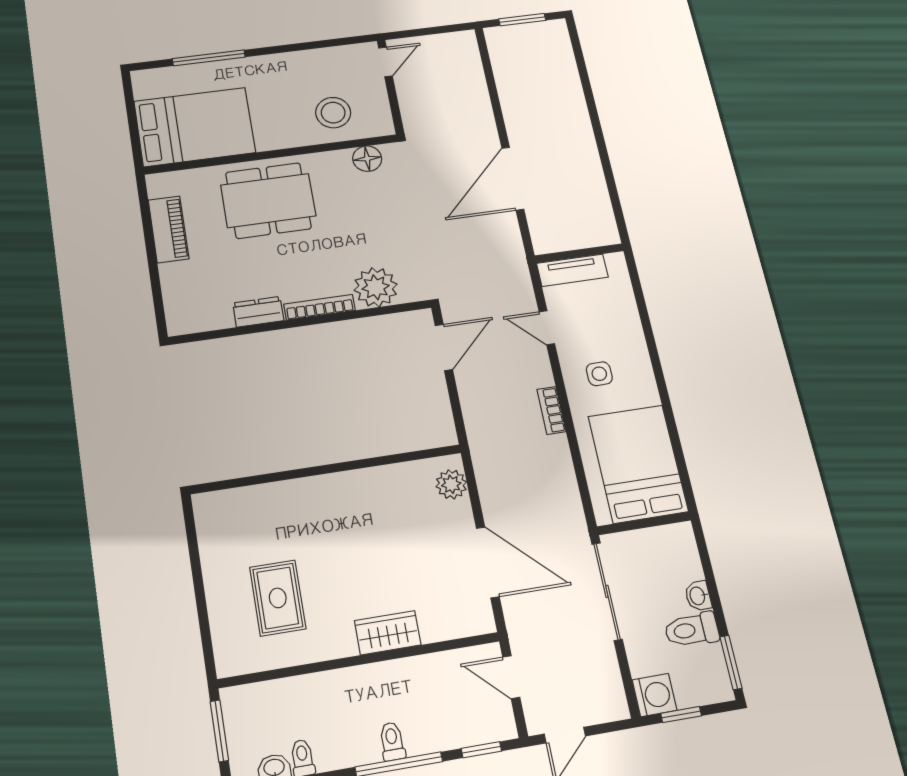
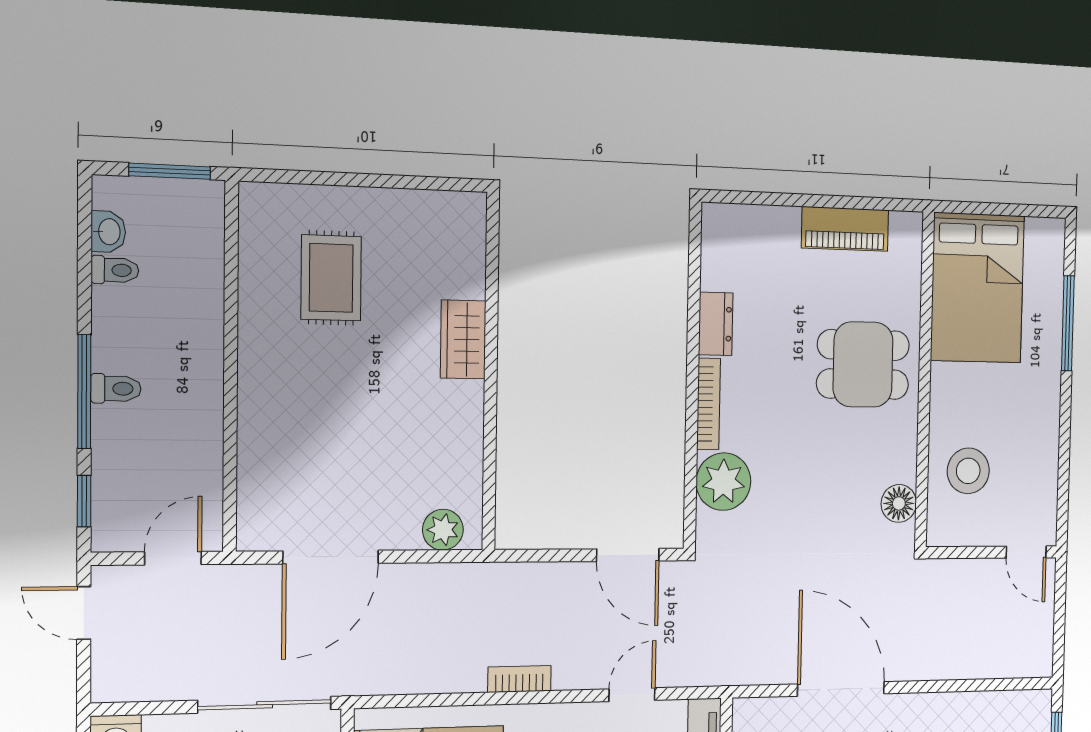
dining table: (268, 200) -> (863, 365), width x0.73
rug: (278, 598) -> (331, 278), turned 90
wardrobe: (388, 633) -> (463, 339), moved, turned 180

